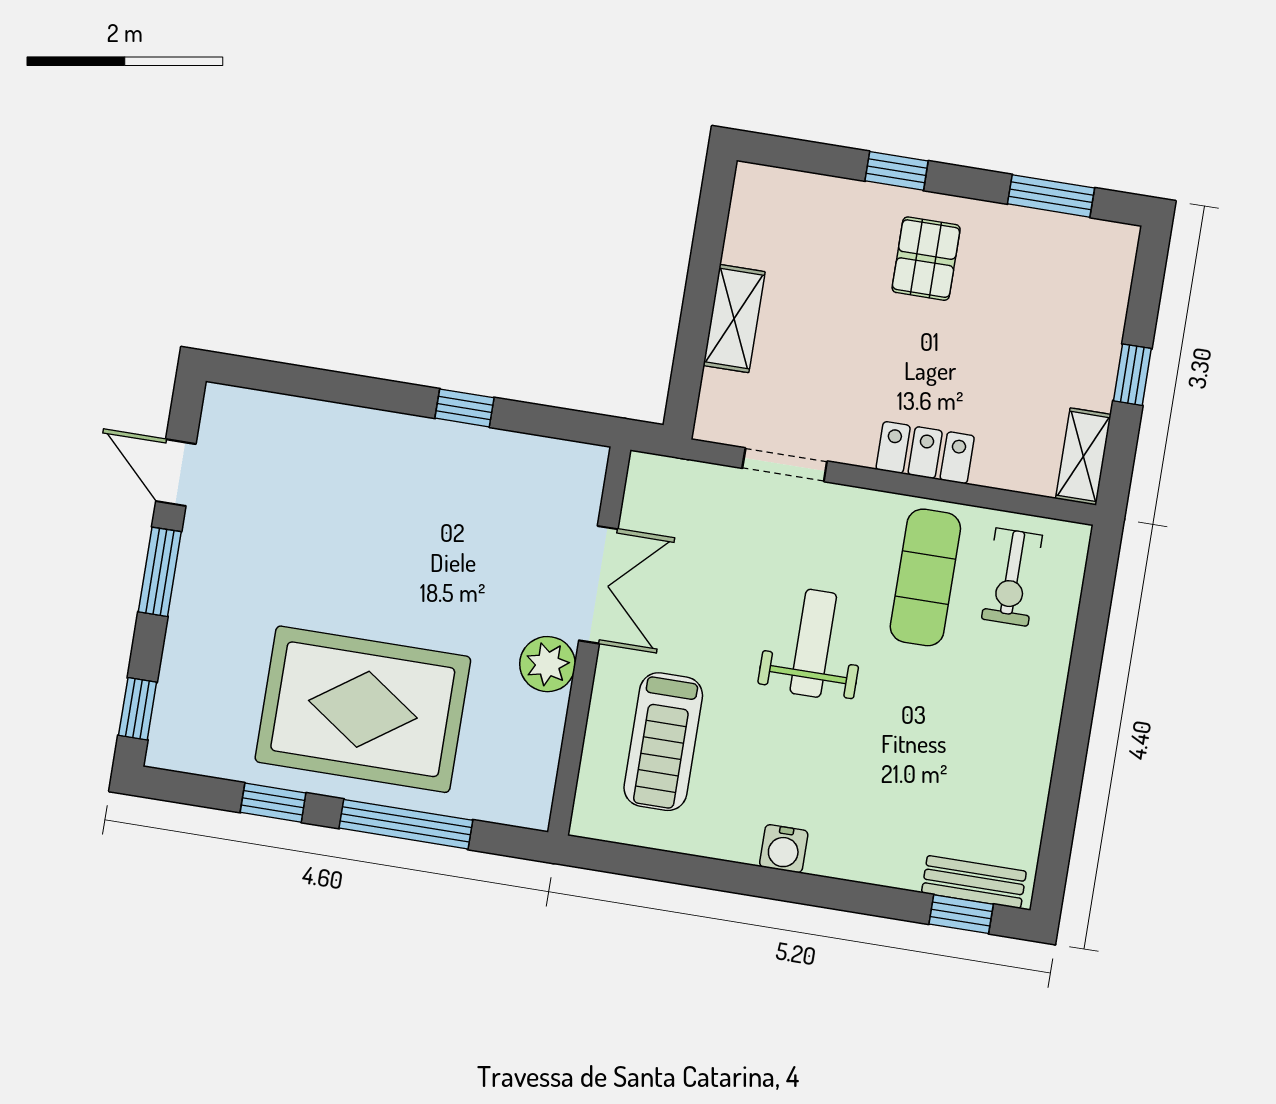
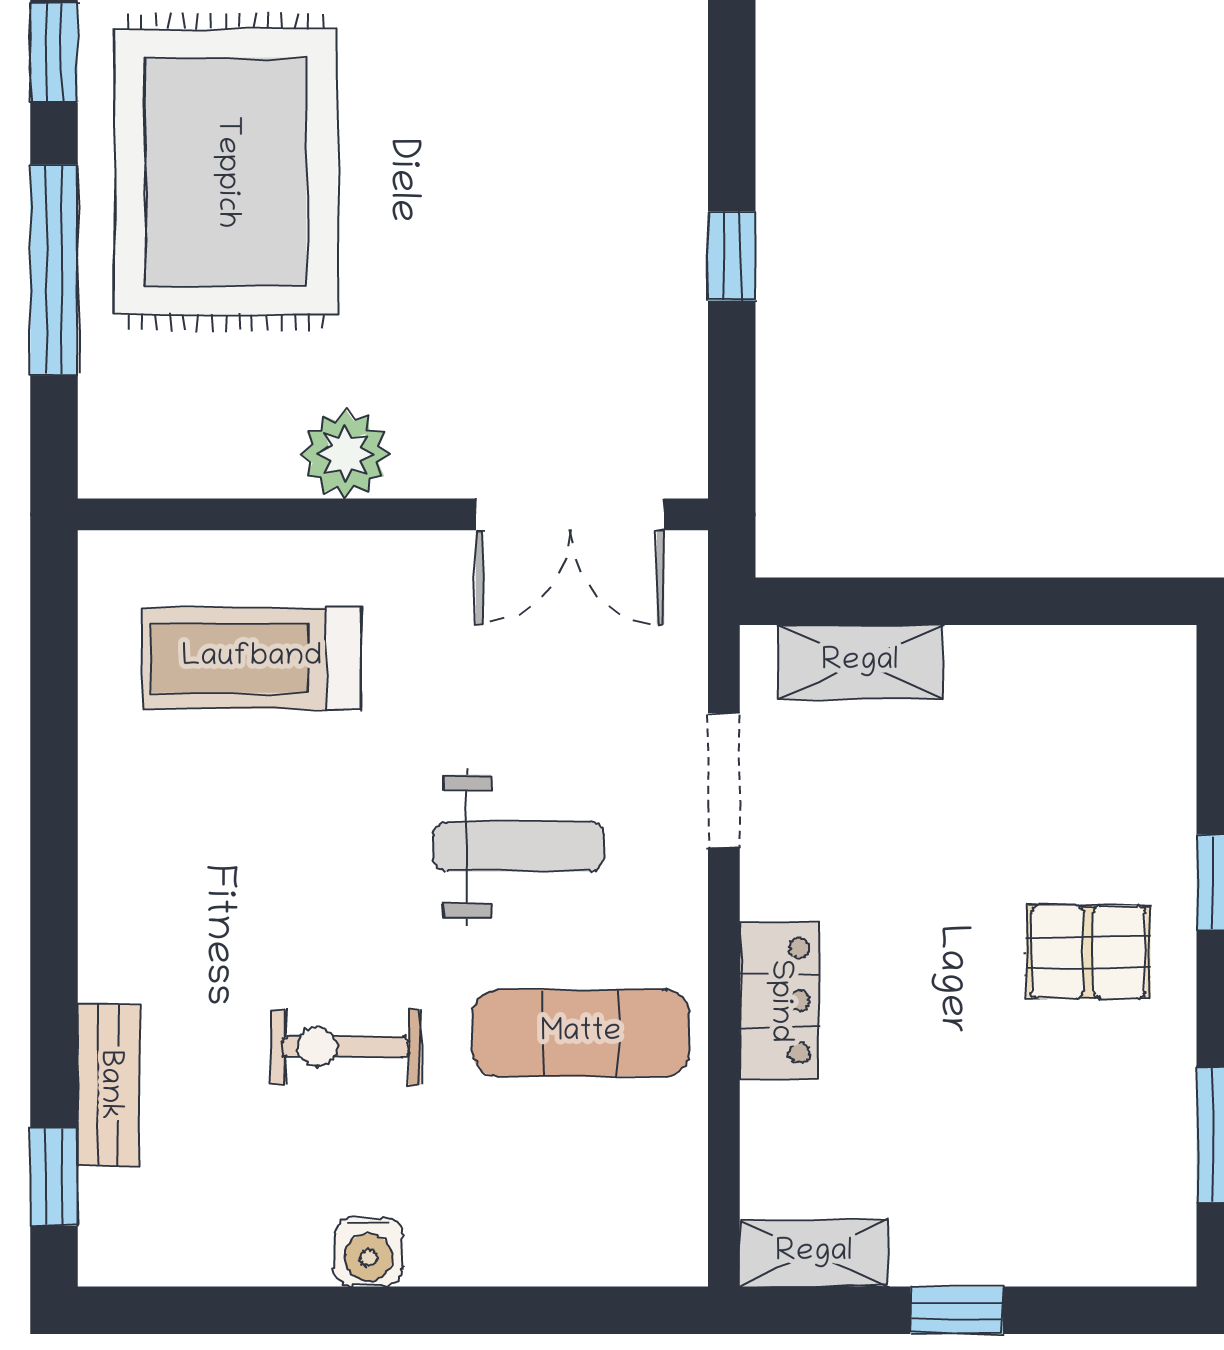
shelving: (734, 319) -> (860, 662), moved
exercise bike: (1012, 577) -> (346, 1047), moved
double door: (598, 585) -> (570, 514), moved
weight bench: (813, 643) -> (519, 847), moved
water cooler: (784, 849) -> (368, 1252), moved, turned -90
bench: (974, 882) -> (109, 1085), moved

